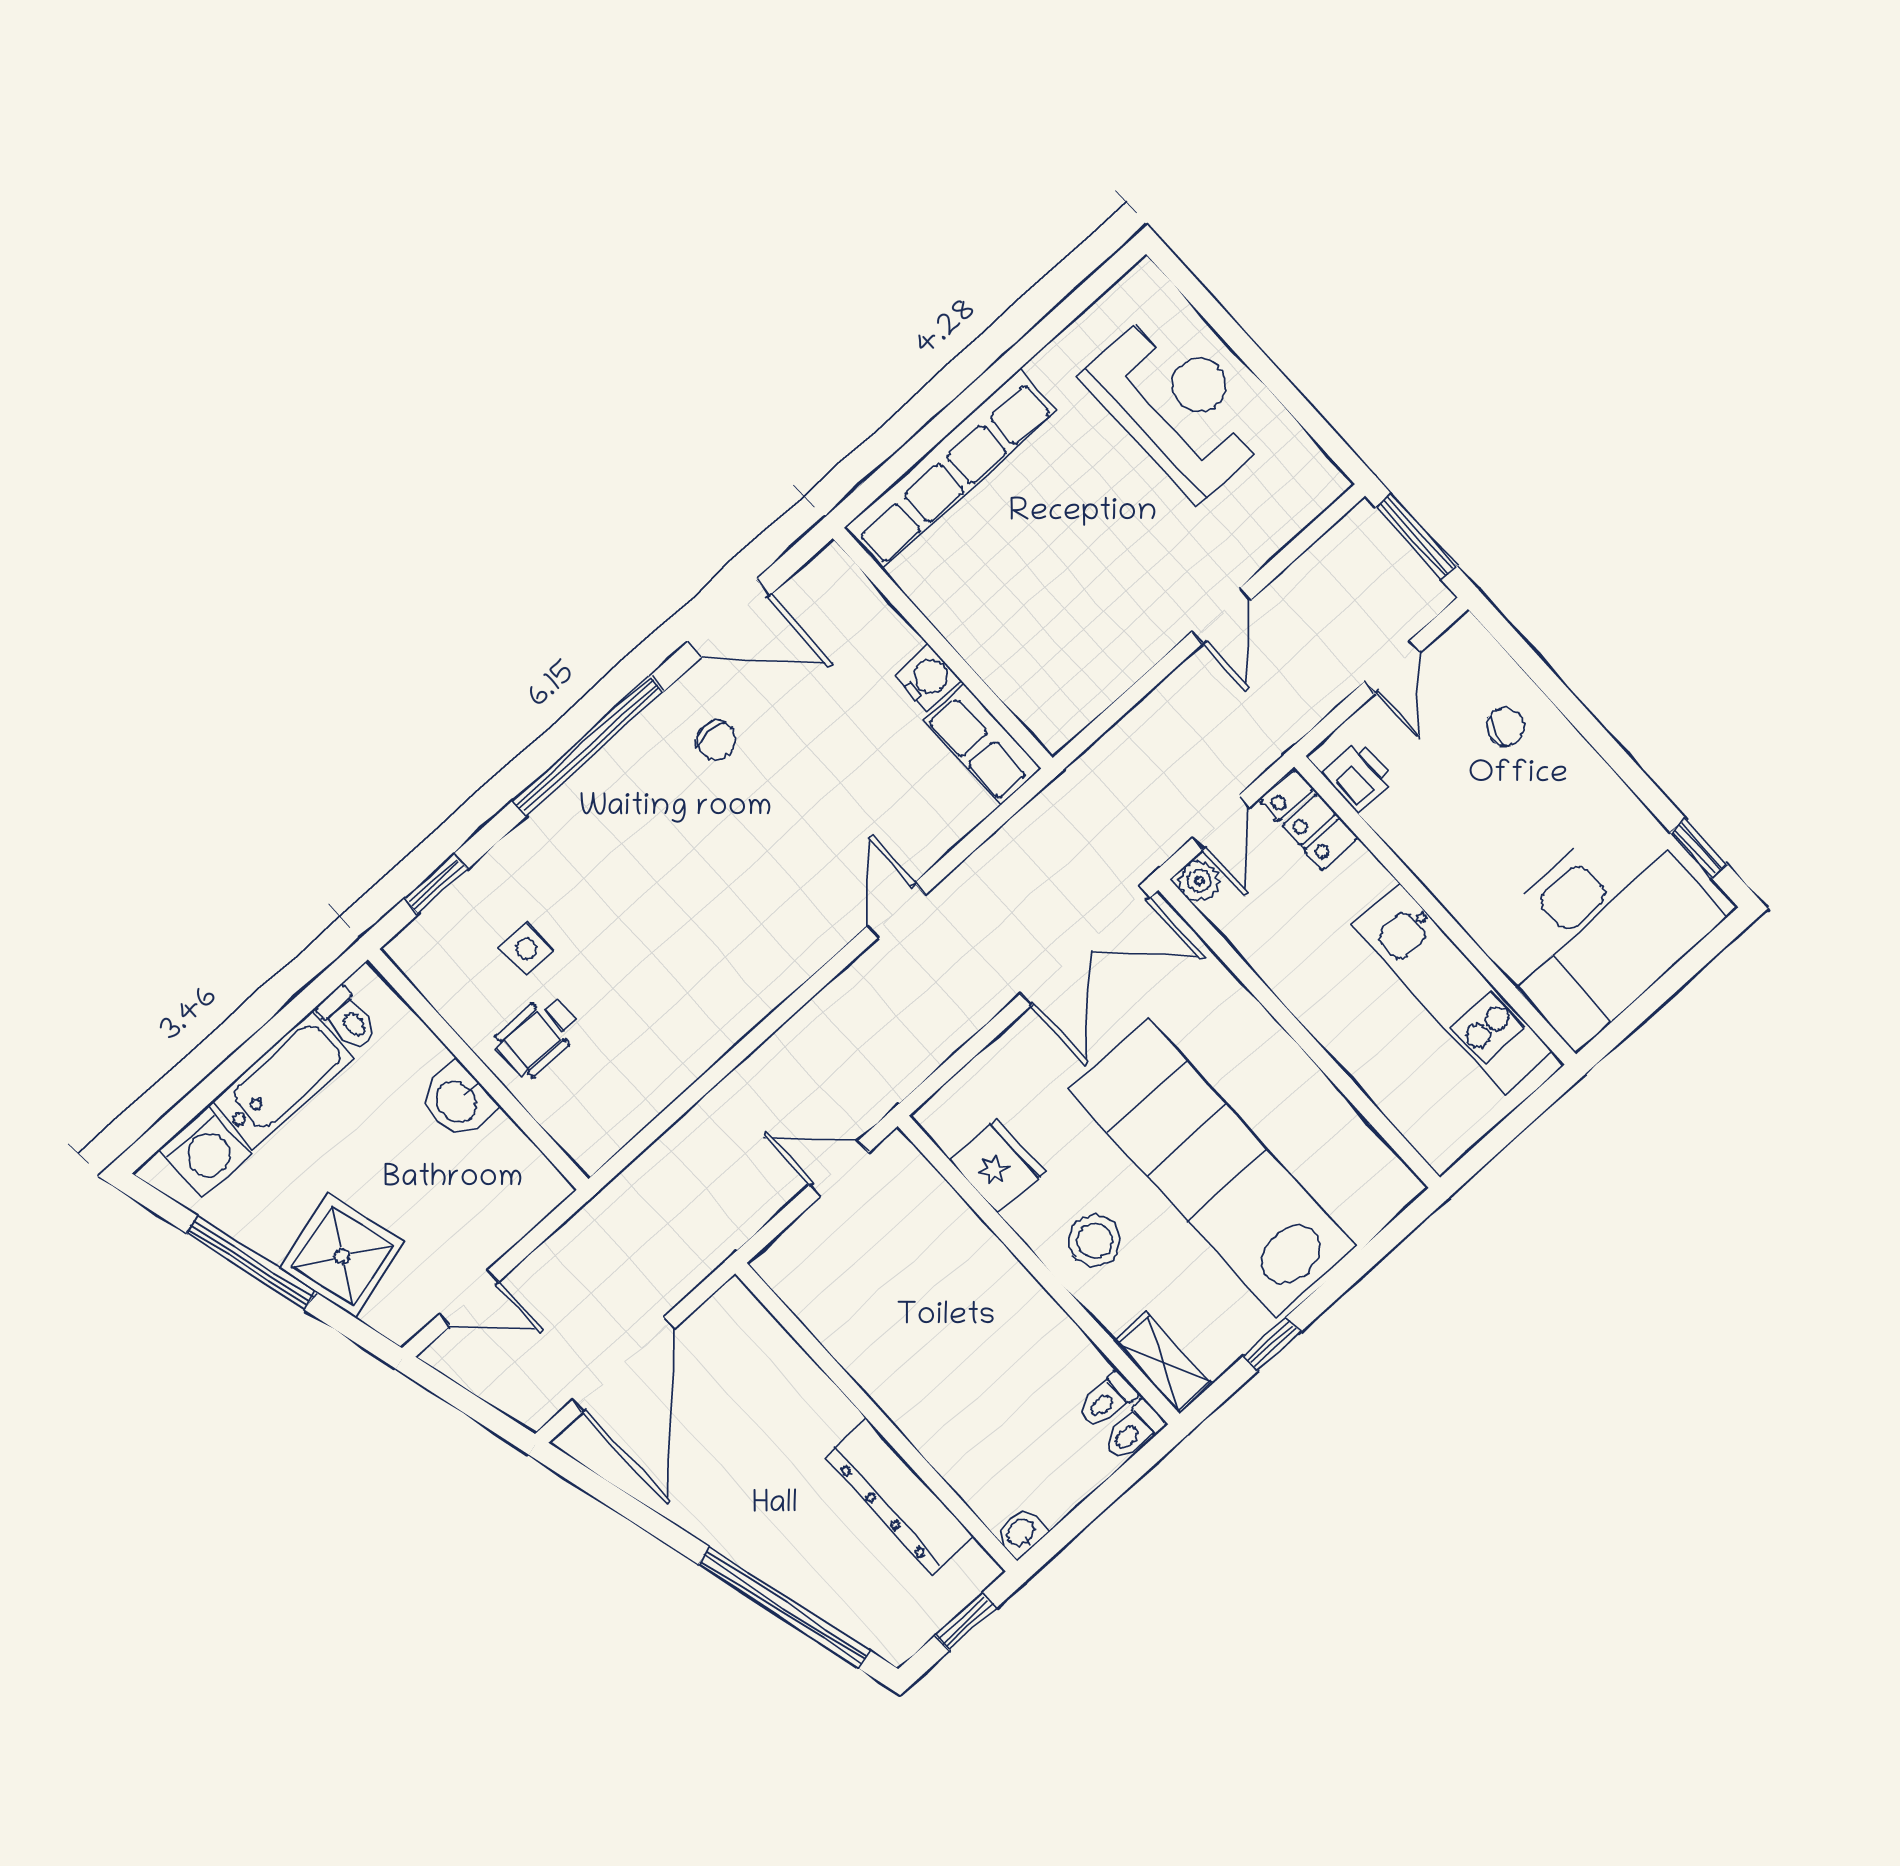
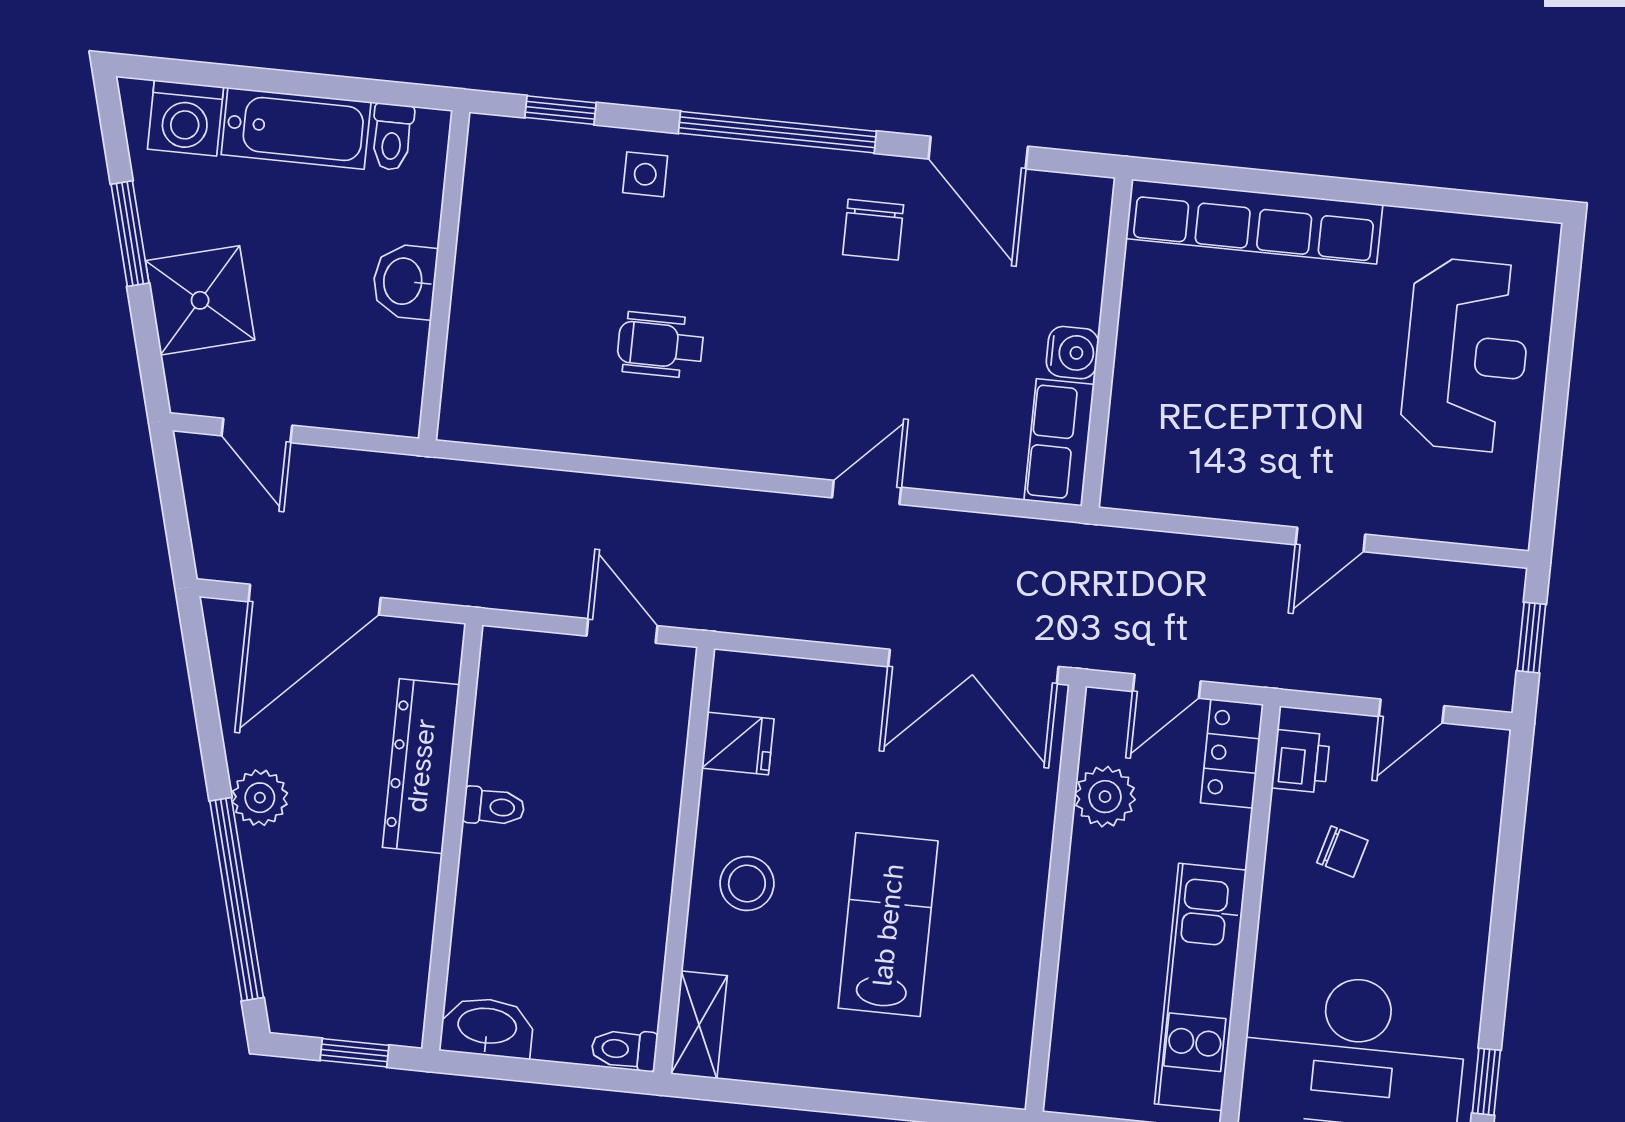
window: (1416, 537) -> (1531, 638), width x0.67
chair: (1506, 727) -> (1342, 852), moved
chair: (717, 741) -> (873, 230), width x1.37, depth x1.37
plant: (1199, 881) -> (1105, 797), moved, width x1.38, depth x1.38
side table: (526, 949) -> (645, 174), moved
wheelchair: (537, 1036) -> (660, 345), moved
fridge: (997, 1166) -> (738, 743), width x0.72
lab bench: (1212, 1168) -> (888, 925), width x0.54, depth x0.72
window: (251, 1263) -> (130, 234), width x0.69
window: (1272, 1344) -> (791, 1097), removed
toilet: (1108, 1400) -> (494, 807), moved, turned 180
dresser: (899, 1496) -> (421, 766), moved
plant: (727, 1527) -> (260, 798), added
washbasin: (1022, 1533) -> (487, 1027), width x1.91, depth x1.45

